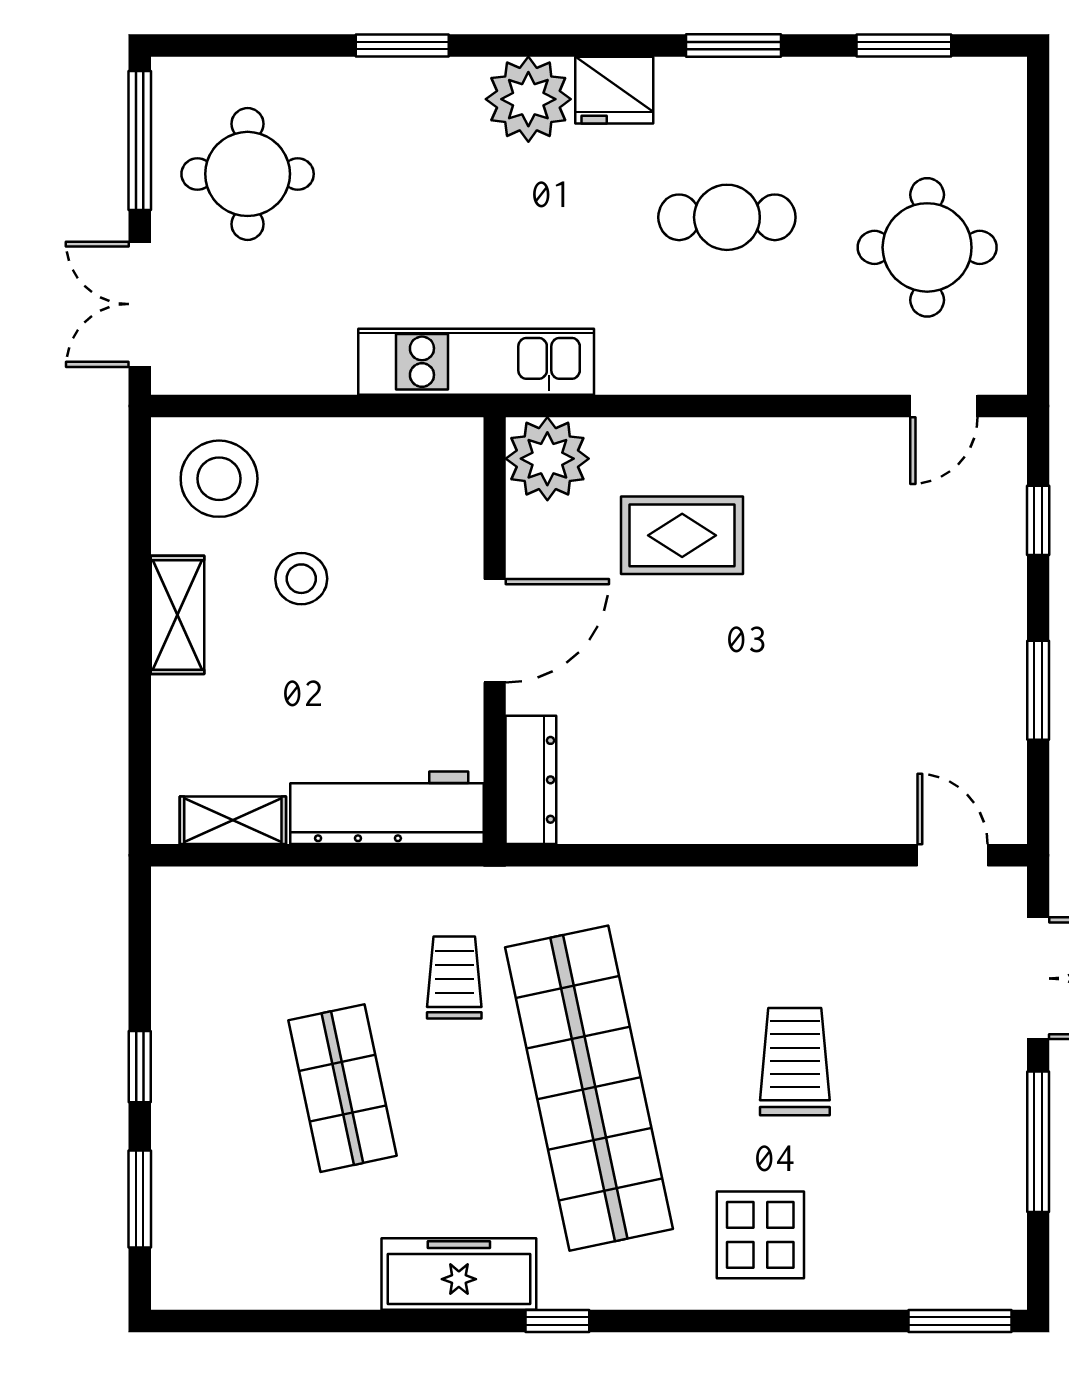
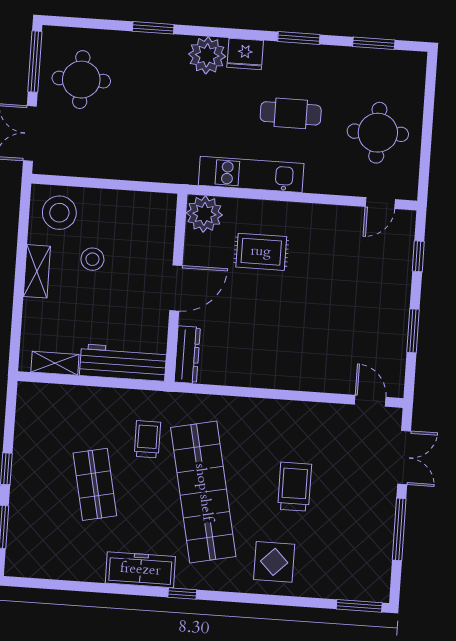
kitchen unit: (476, 362) -> (251, 174), moved

